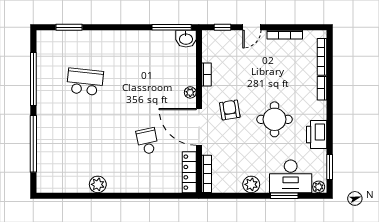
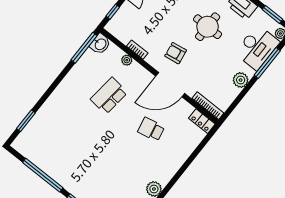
school desk: (85, 82) -> (109, 96), moved
plant: (190, 92) -> (127, 60), moved
locker: (189, 172) -> (202, 121), width x0.66
window: (284, 196) -> (267, 63), width x1.44

